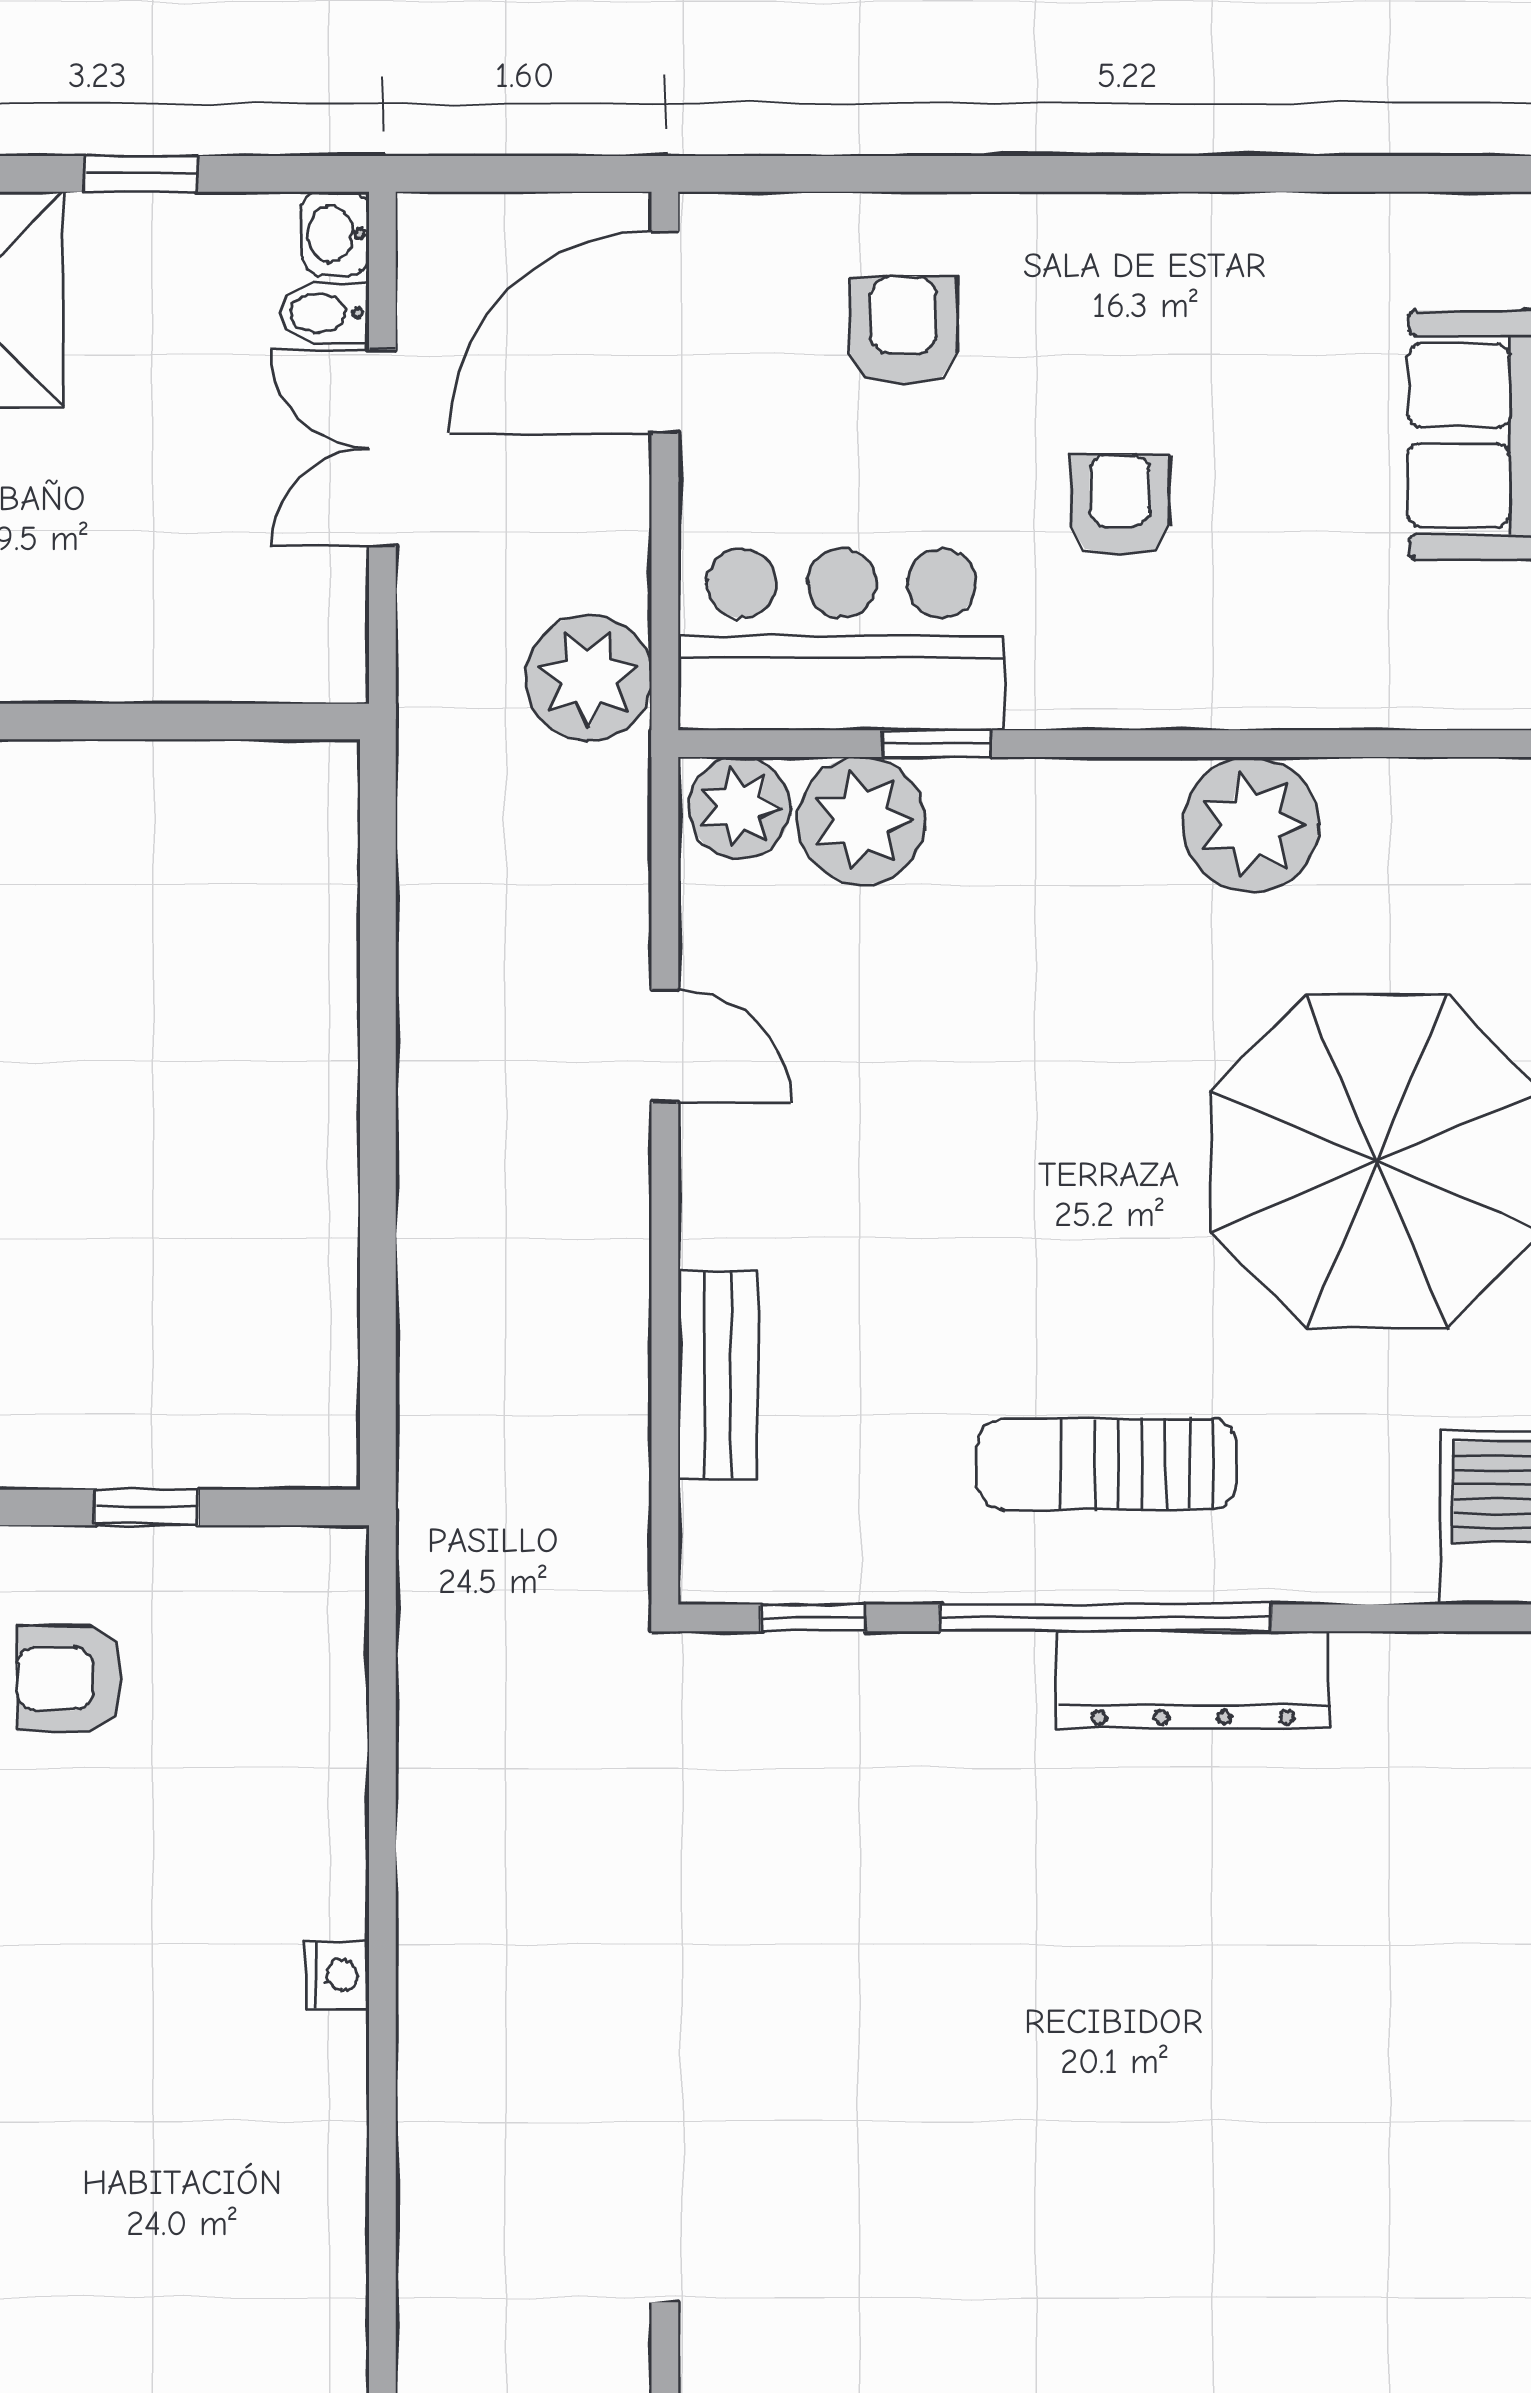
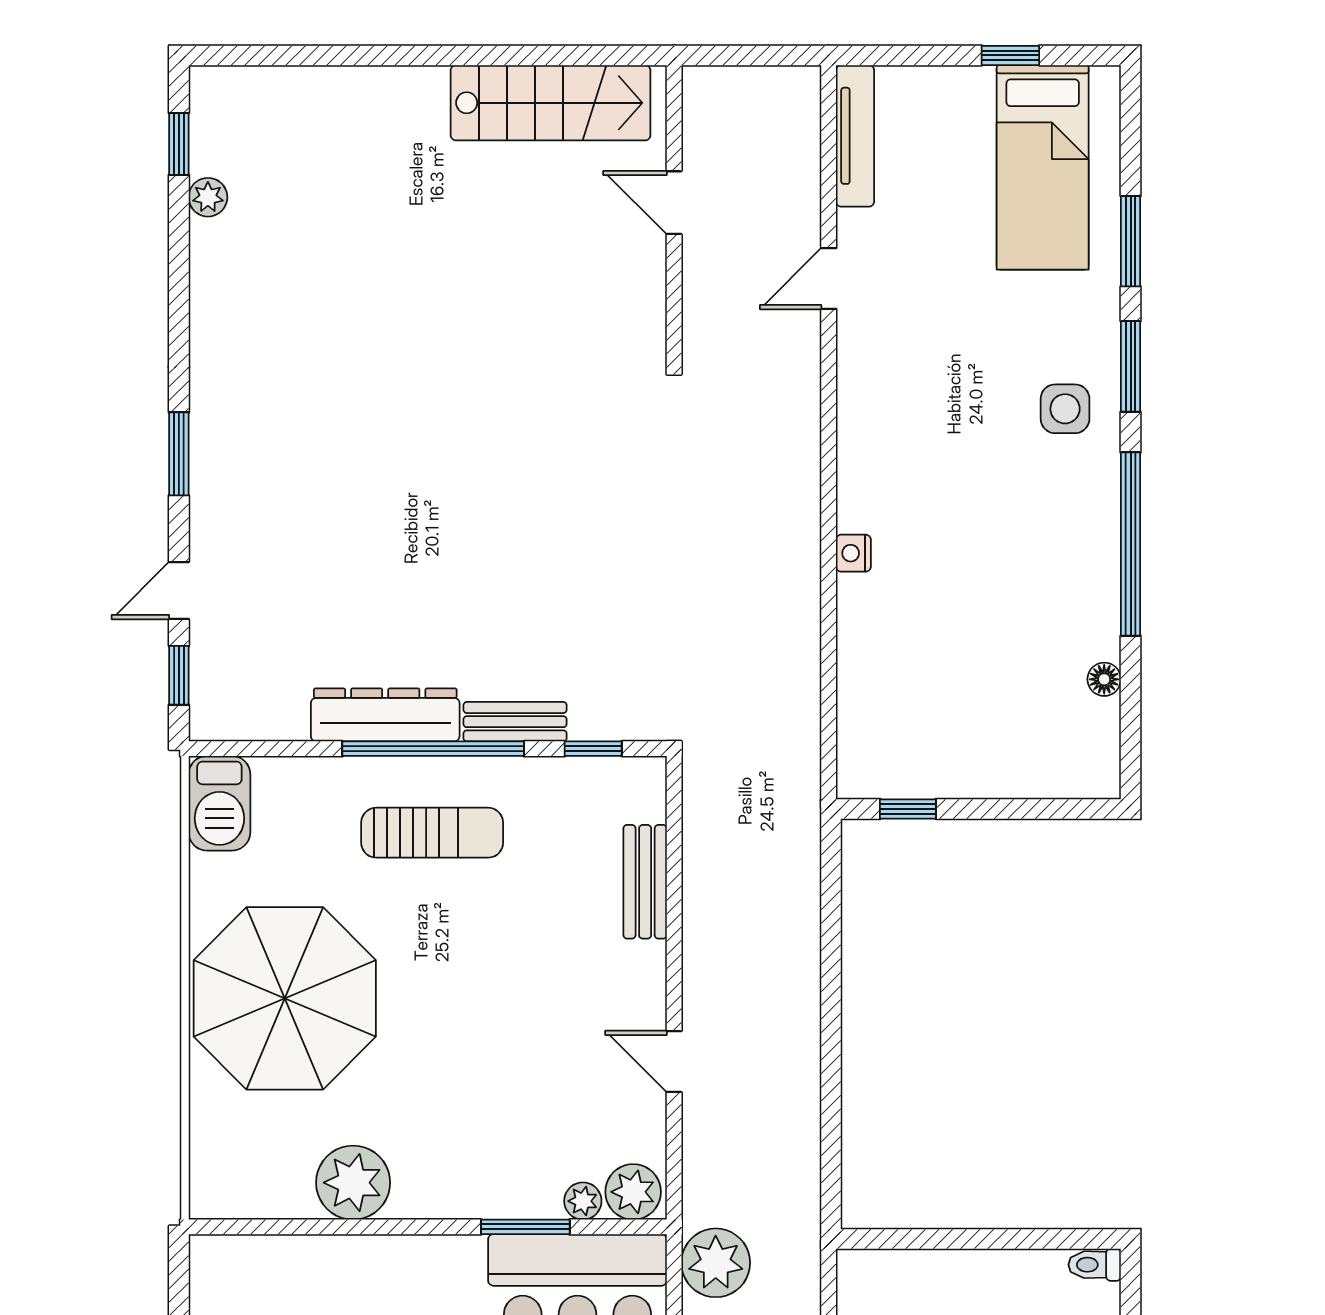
window: (937, 744) -> (525, 1227), width x1.50
plant: (861, 821) -> (583, 1201), width x0.53, depth x0.53
window: (147, 1507) -> (908, 809), moved
bench: (956, 1667) -> (515, 722), added
armchair: (70, 1679) -> (1000, 715), removed

